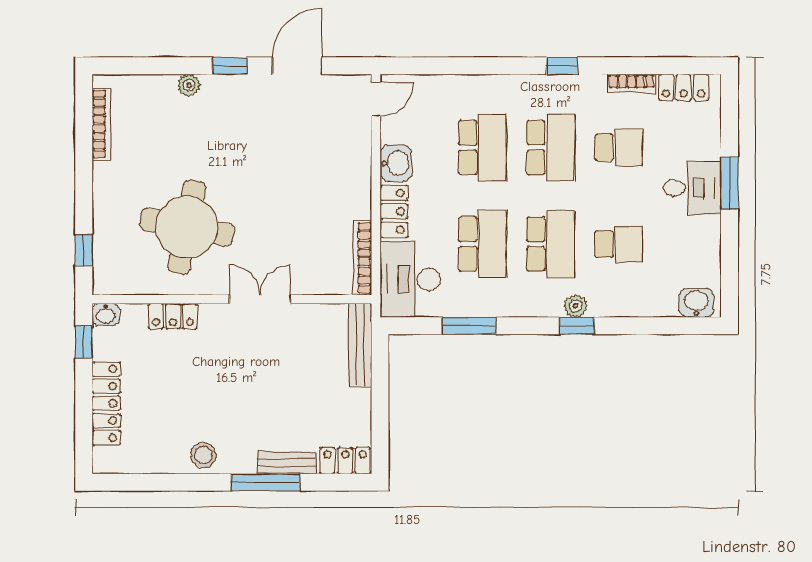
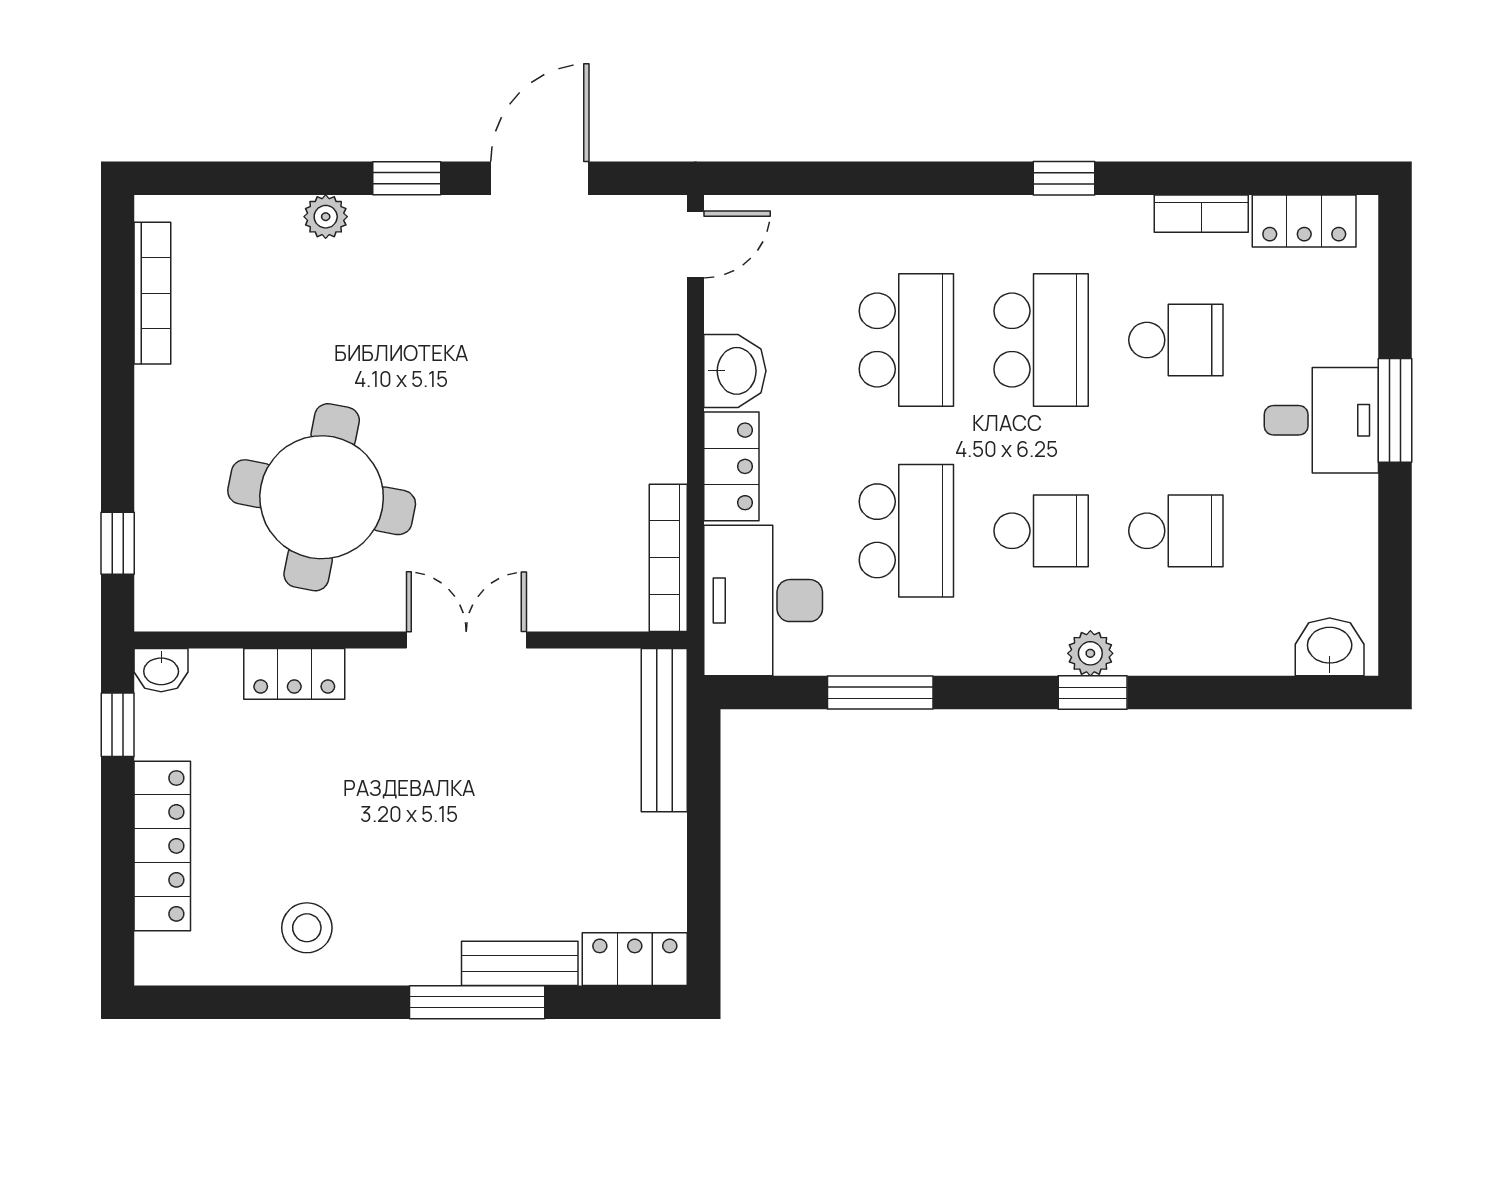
school desk: (551, 244) -> (1041, 531), width x0.54
stool: (203, 455) -> (307, 928), moved

